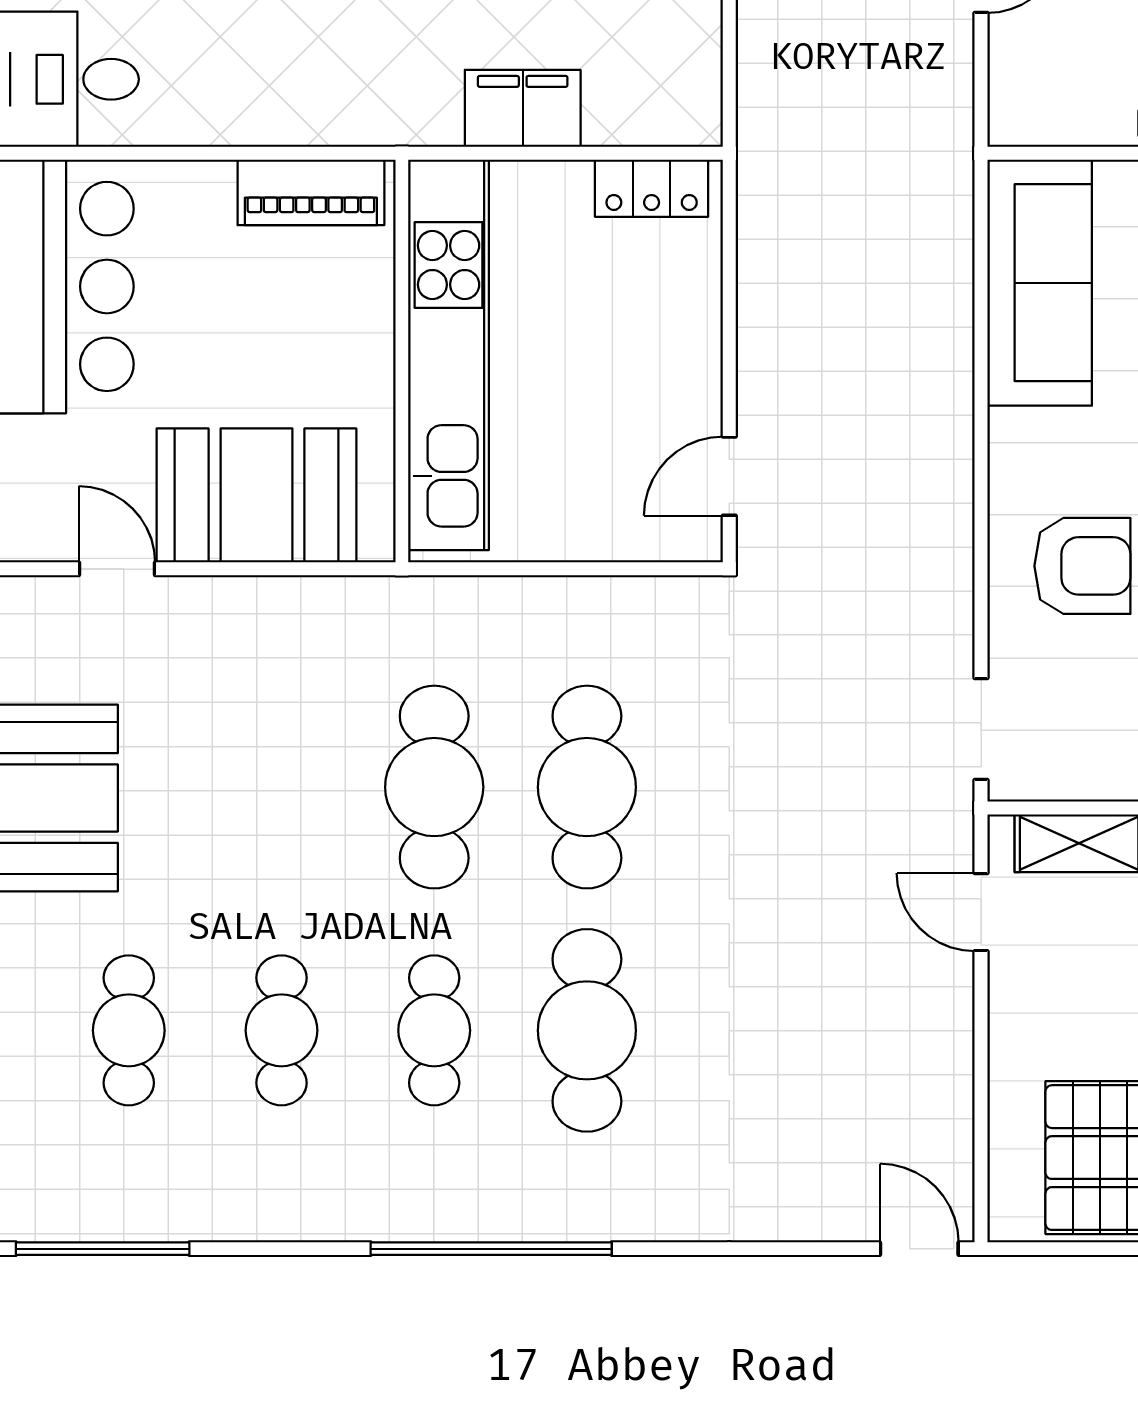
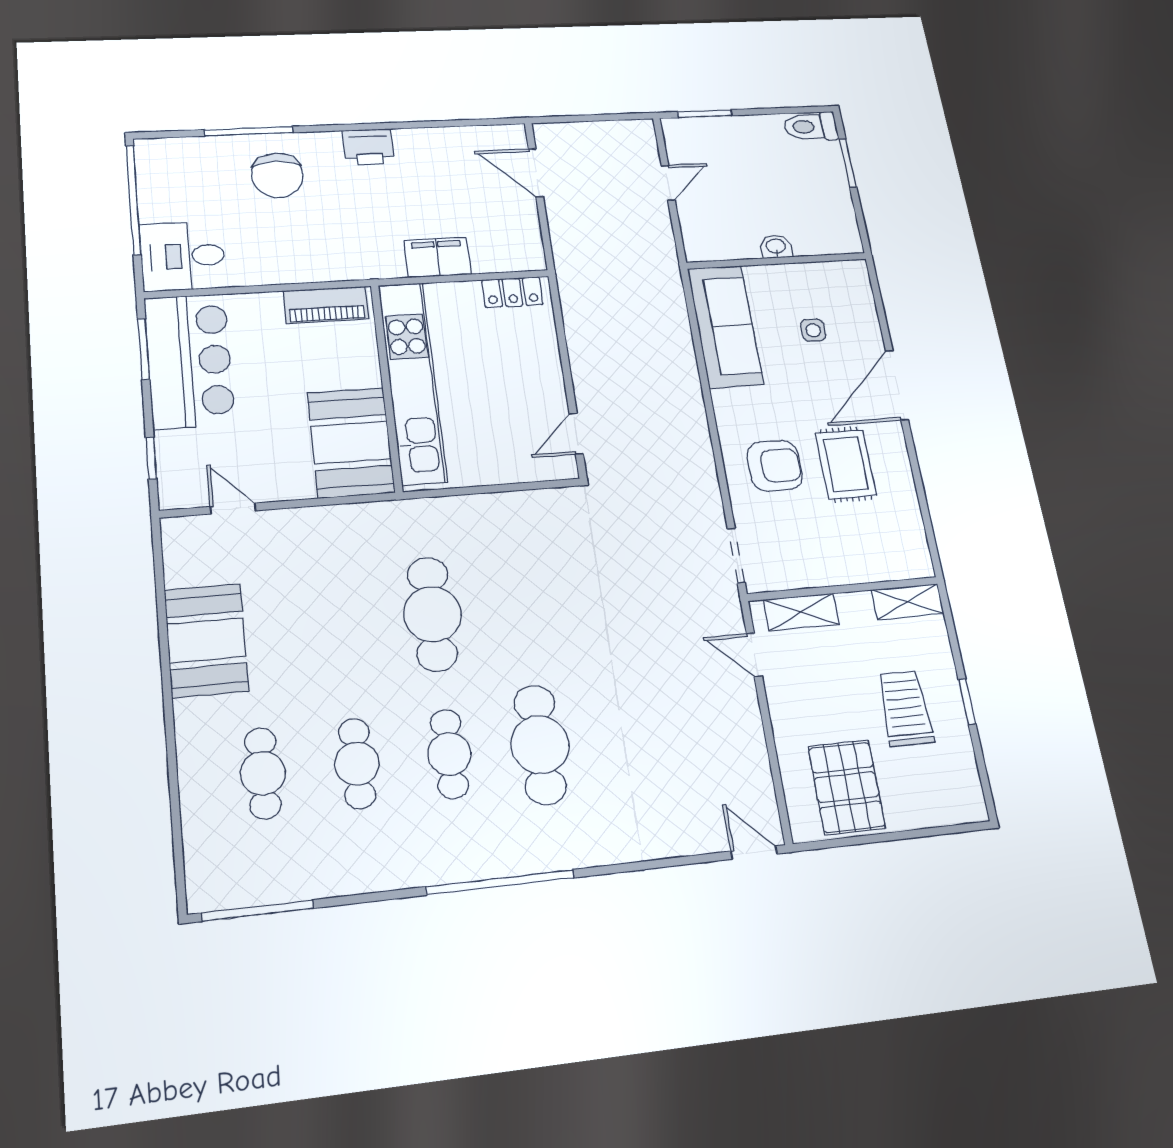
booth: (256, 495) -> (351, 443), moved, turned 90
cafe table: (587, 787) -> (521, 606), removed

